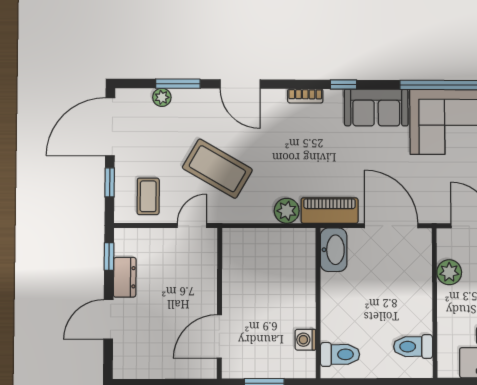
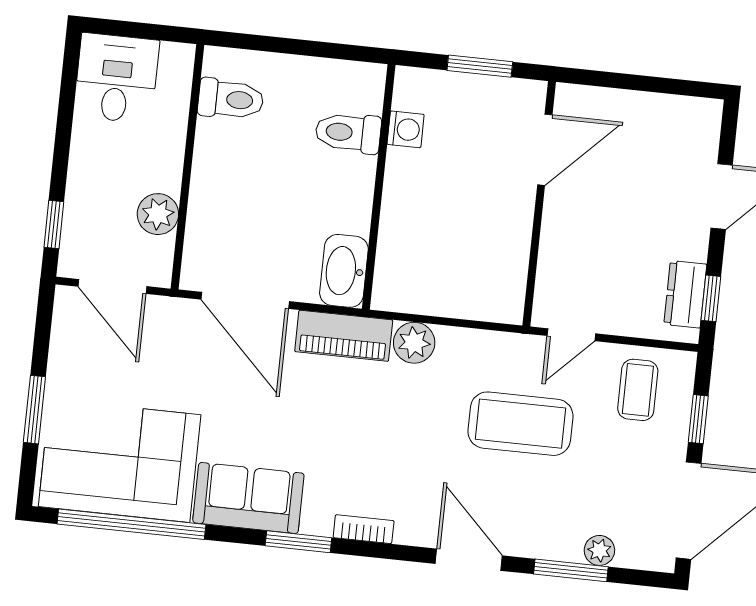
window: (344, 84) -> (298, 542), width x1.50
coffee table: (217, 169) -> (520, 424), turned -30
dresser: (125, 277) -> (685, 294), moved
toilet: (340, 354) -> (348, 133), moved

